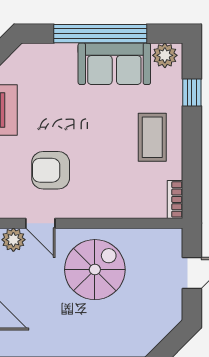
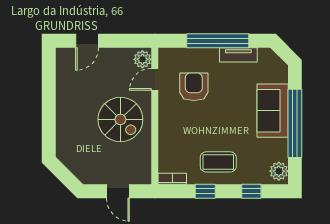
sofa: (114, 64) -> (273, 111), moved
window: (192, 155) -> (205, 191), added

